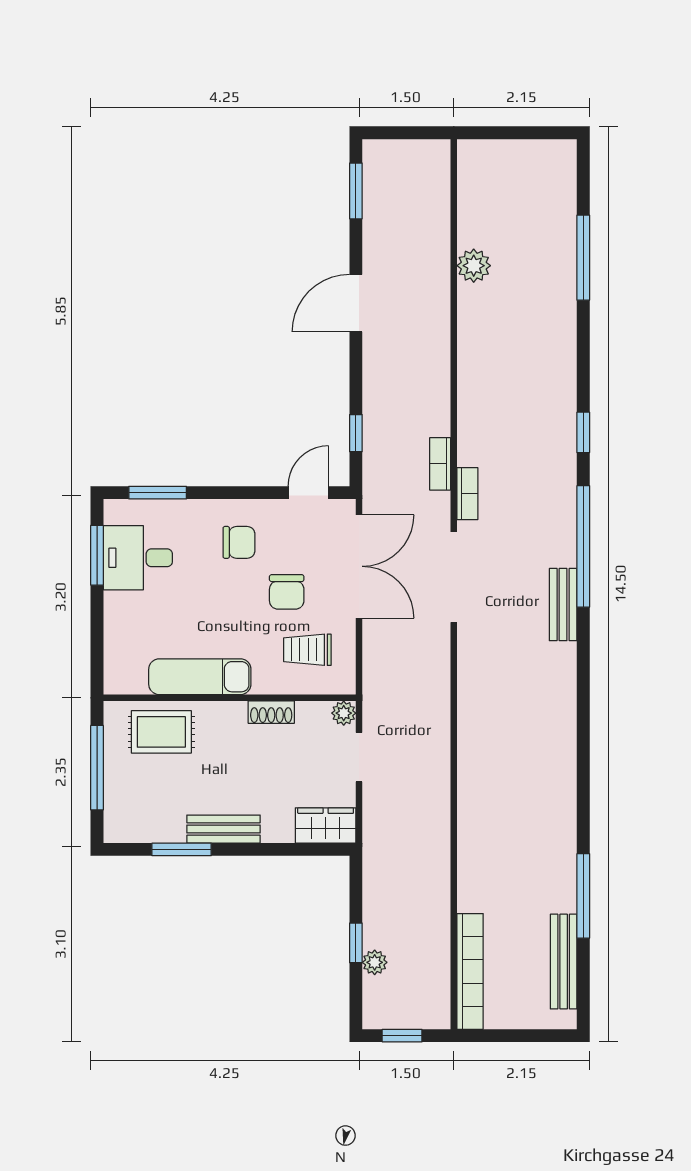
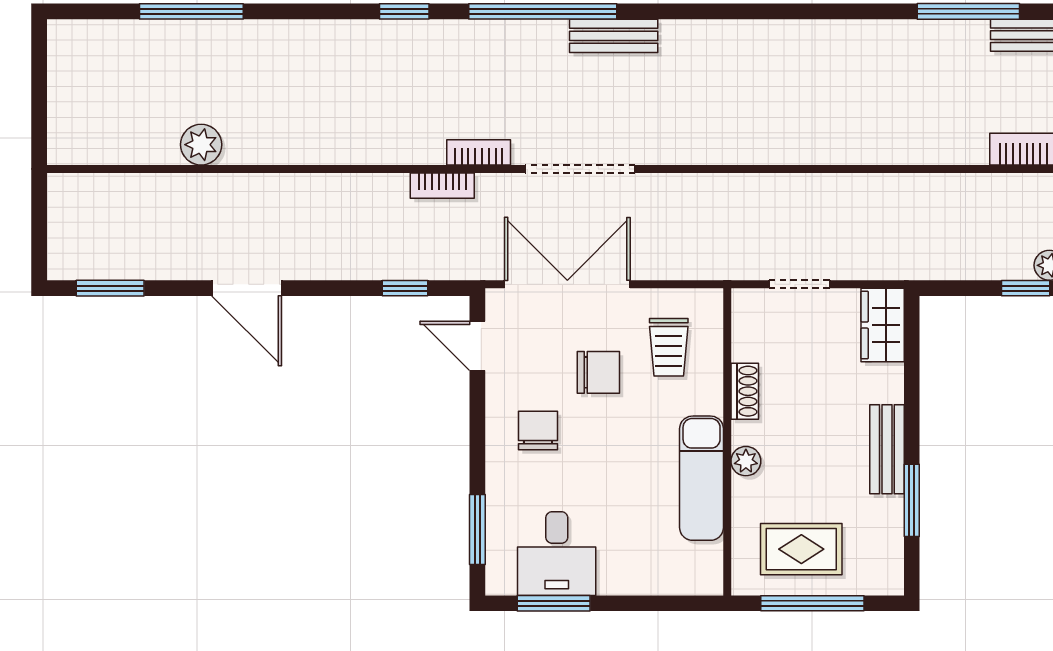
plant: (344, 713) -> (746, 461), moved
rug: (161, 732) -> (801, 549), moved, turned 90

